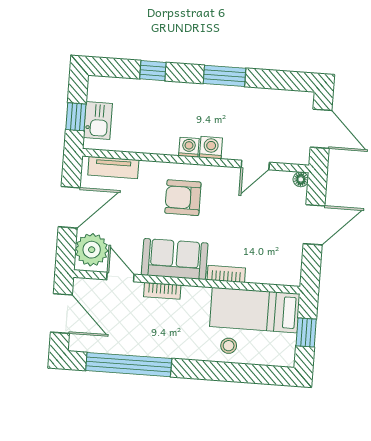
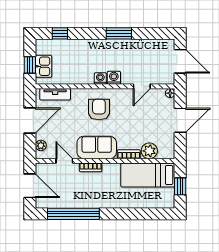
window: (153, 71) -> (60, 33), moved
armchair: (183, 198) -> (99, 110), turned 90
plant: (92, 250) -> (41, 145), width x0.53, depth x0.53
plant: (260, 271) -> (149, 151), added
stool: (229, 346) -> (133, 198), removed

